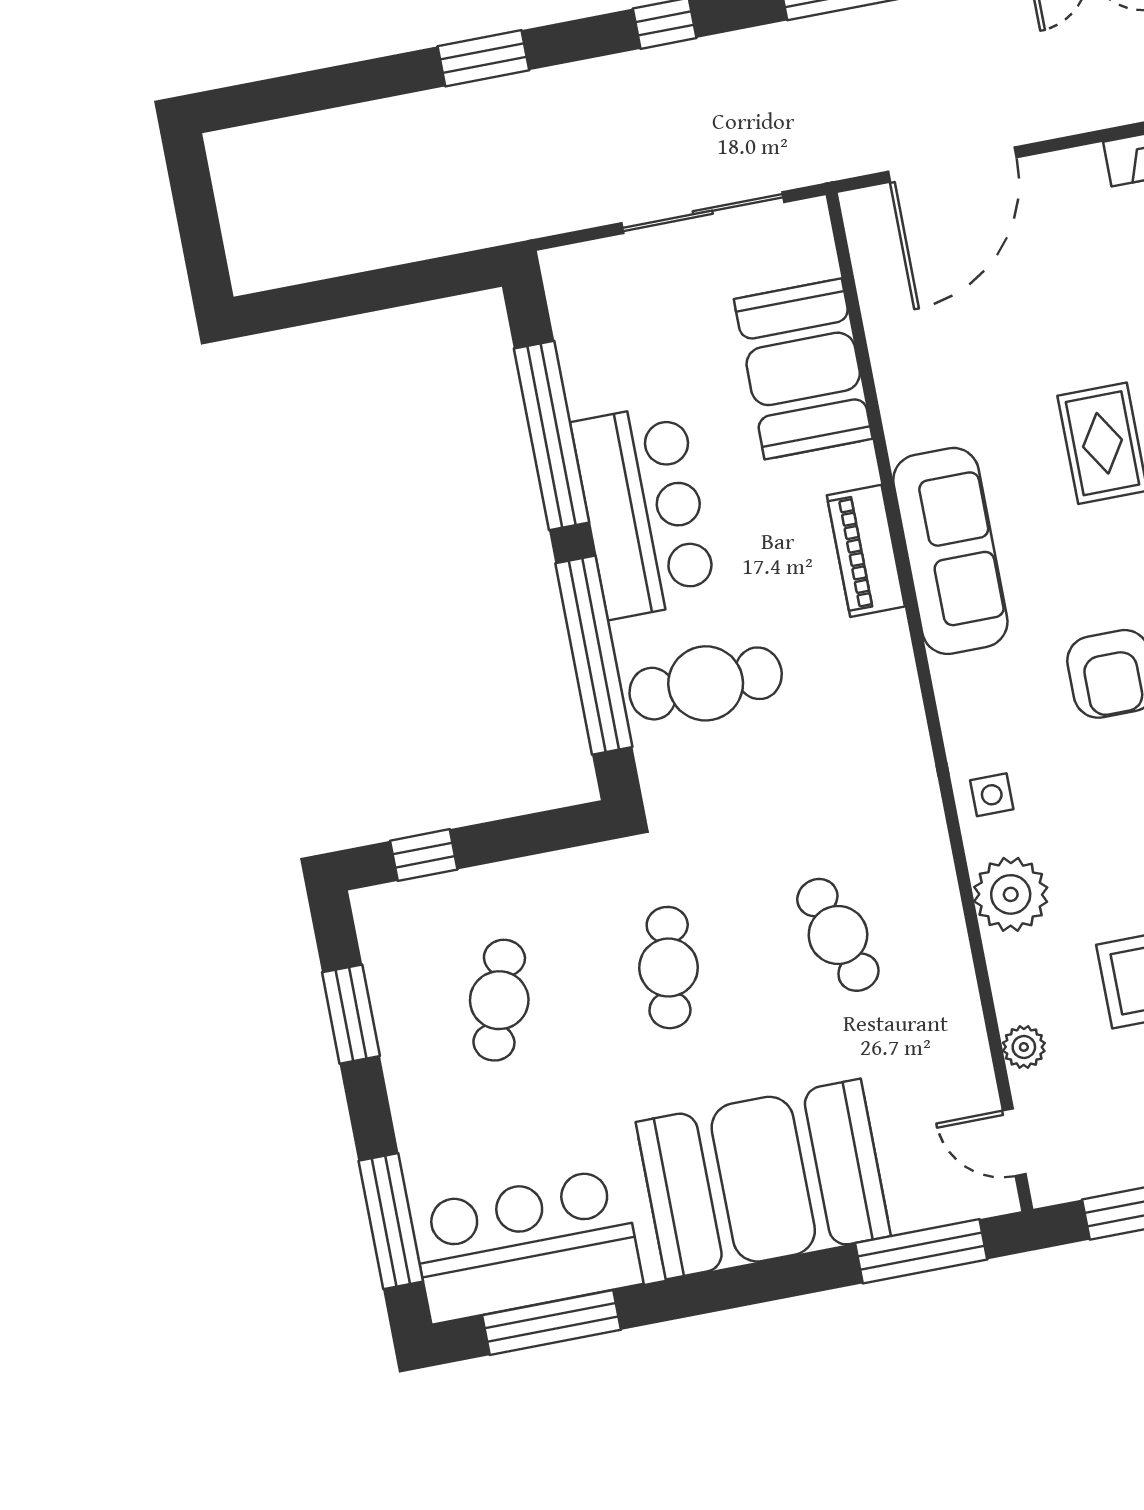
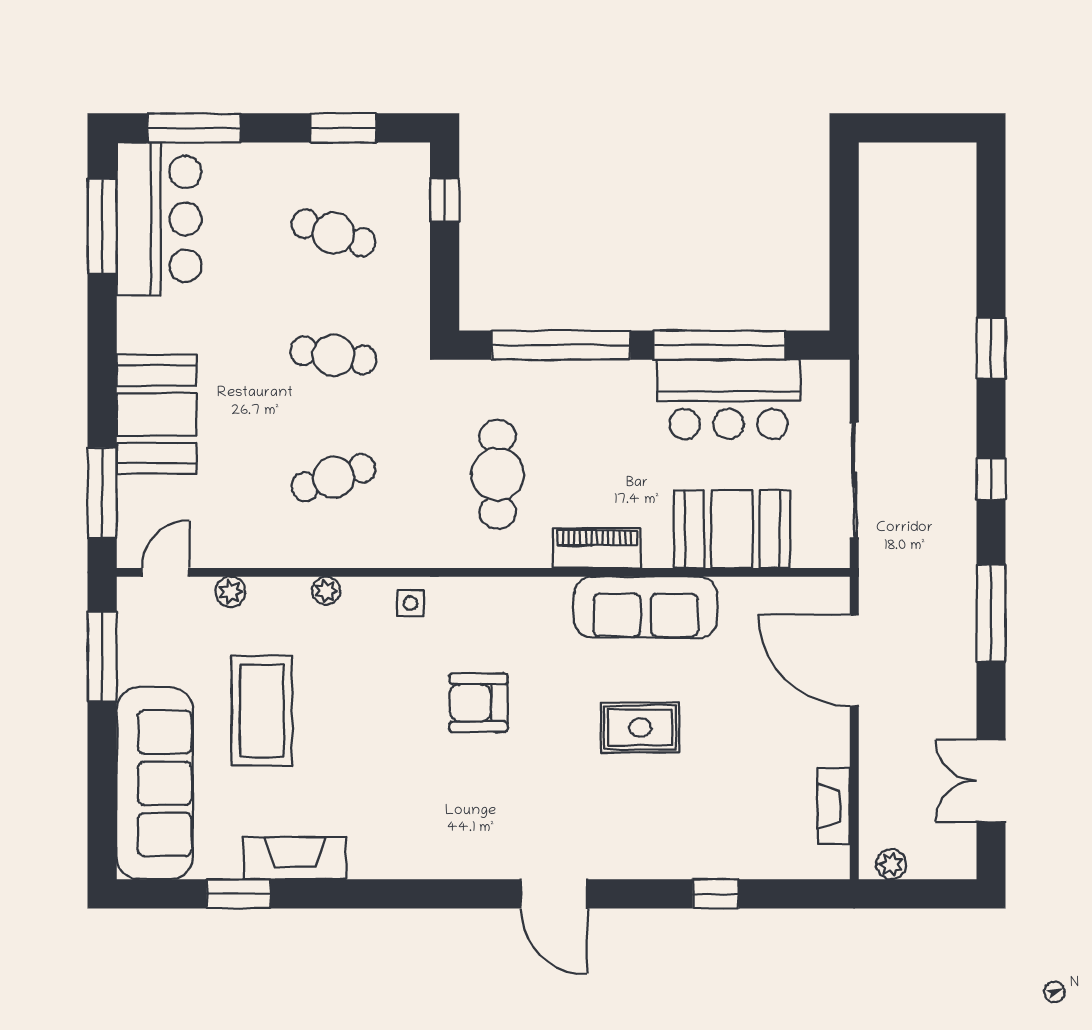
bar counter: (644, 511) -> (729, 399), moved
sofa: (950, 551) -> (646, 607), moved
cafe table: (706, 683) -> (498, 474), moved
plant: (1011, 894) -> (326, 591), width x0.53, depth x0.53
booth: (763, 1179) -> (157, 414), width x0.73, depth x0.70

